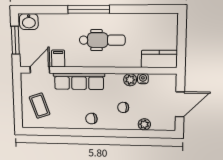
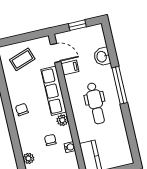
washbasin: (29, 22) -> (102, 57), moved
window: (15, 40) -> (77, 25), width x0.67
plant: (130, 80) -> (62, 120), moved
chair: (123, 107) -> (50, 140), moved

